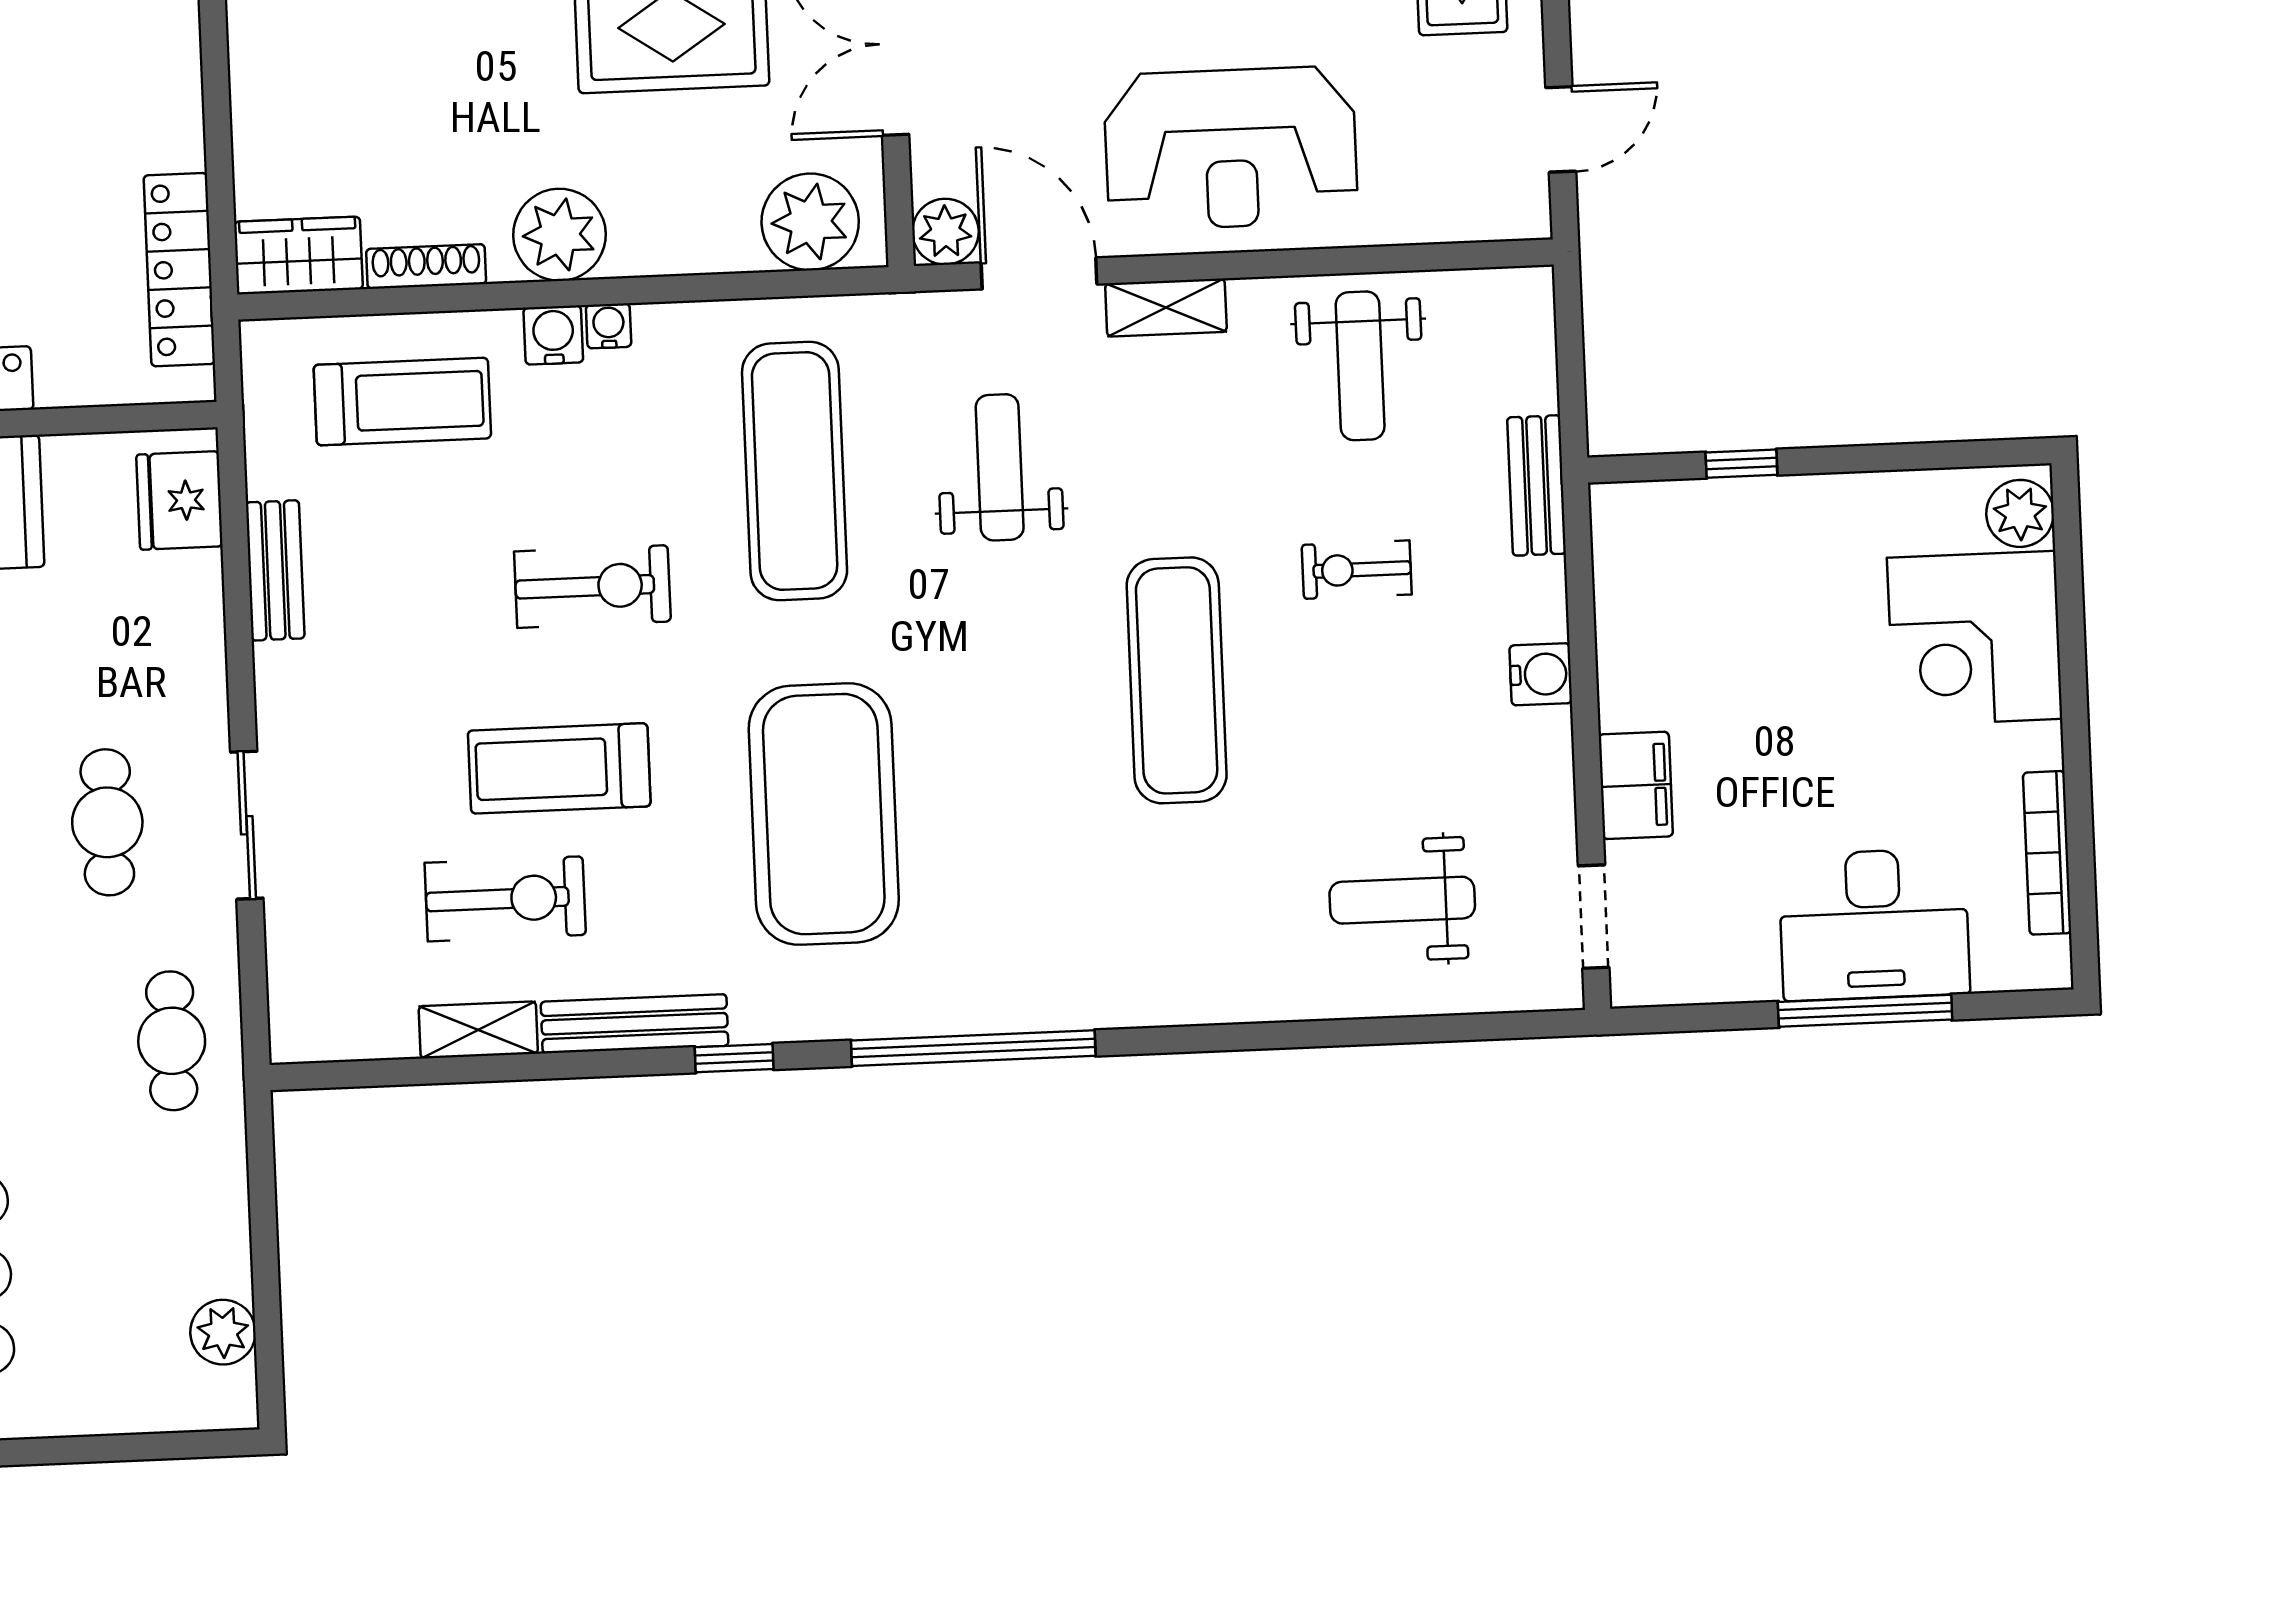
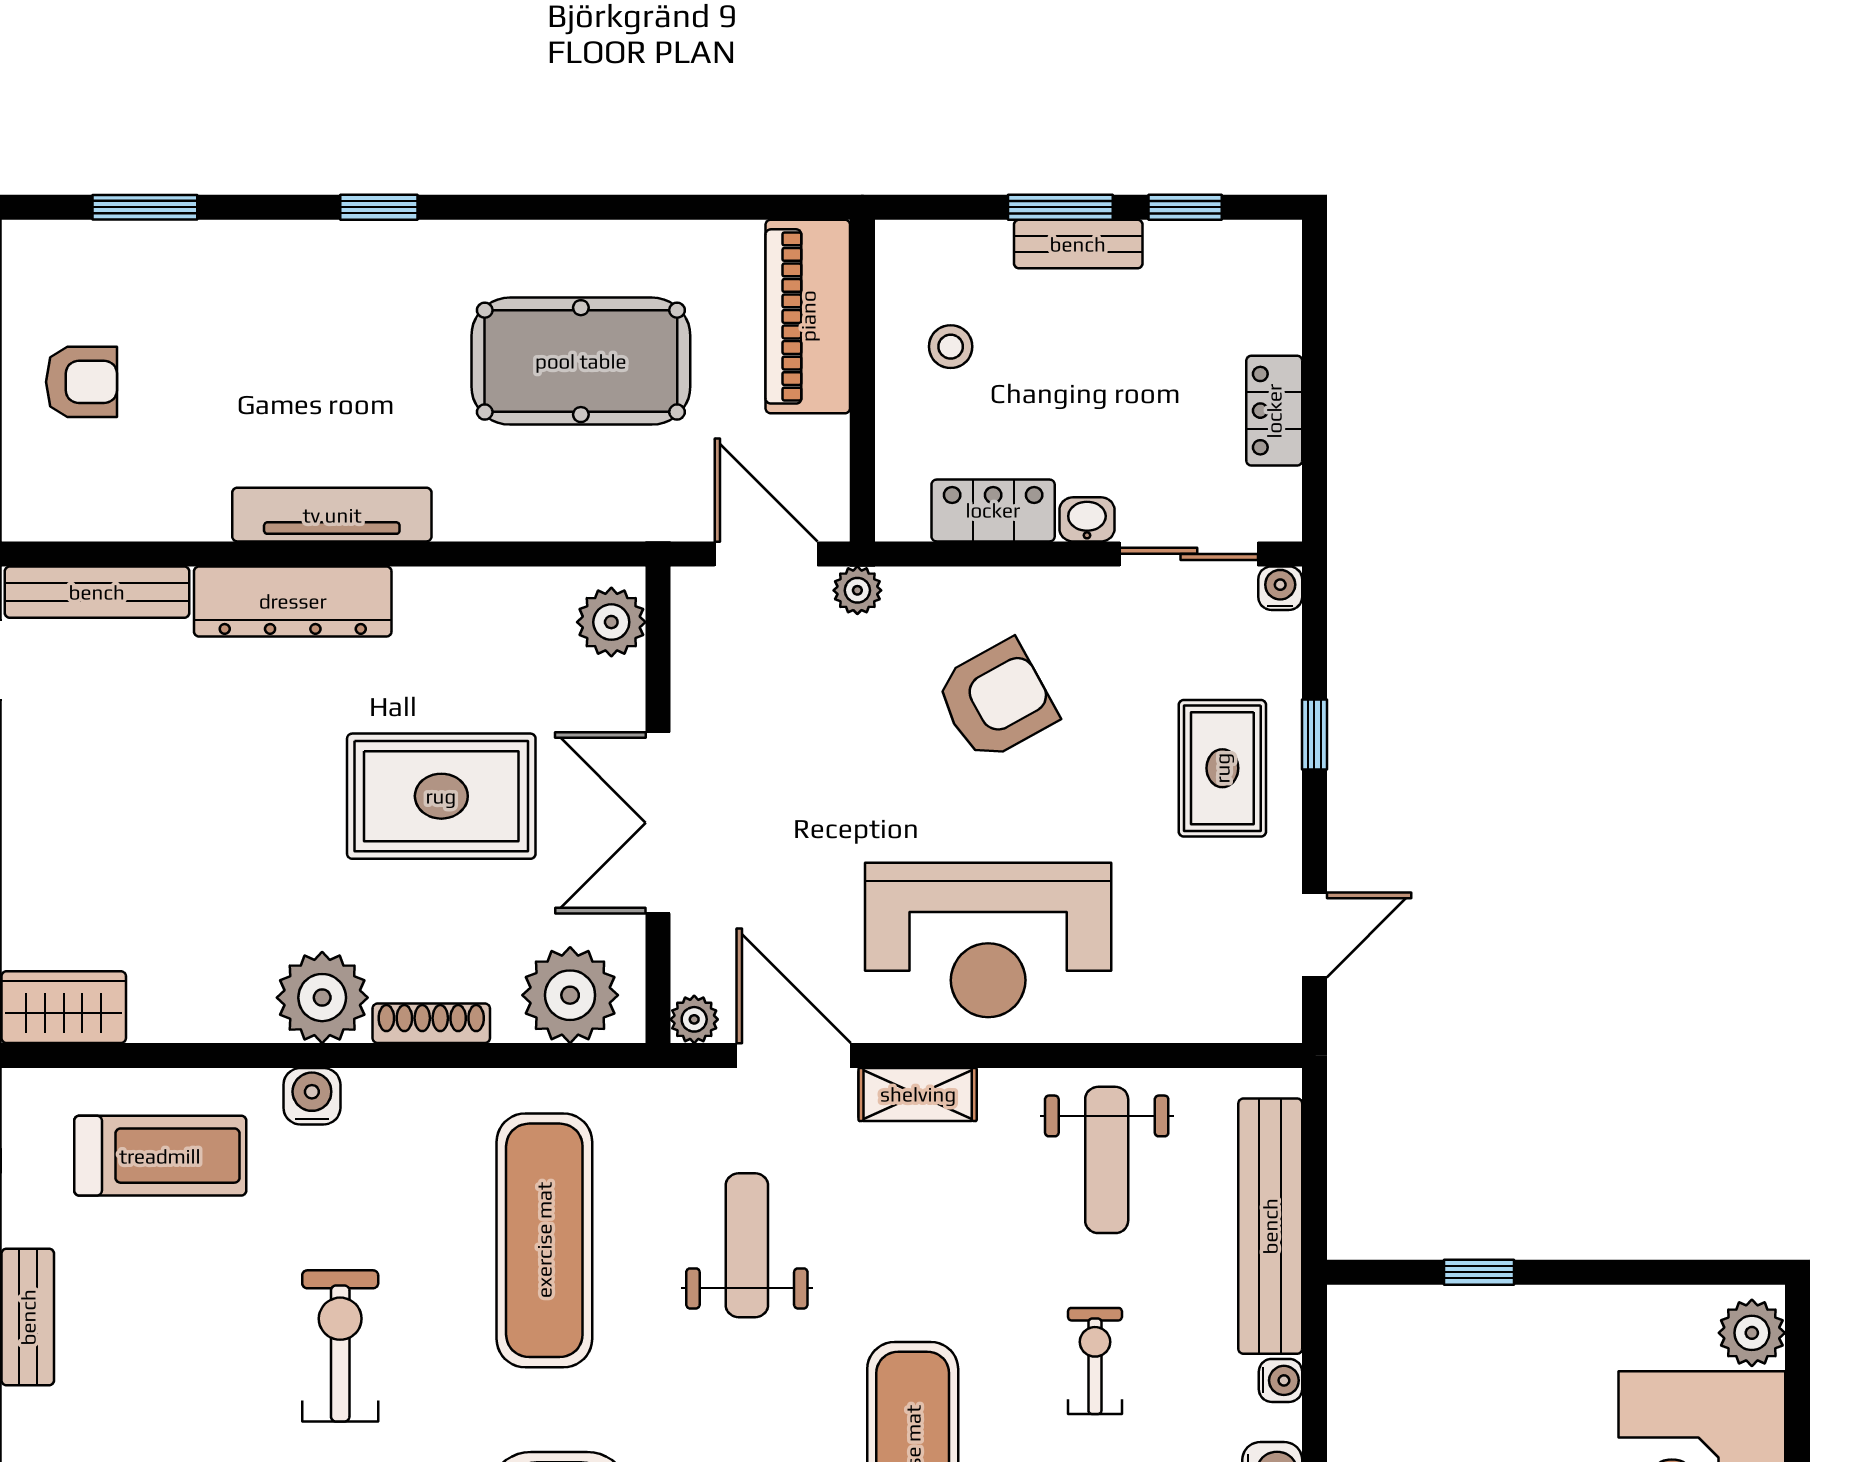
plant: (945, 232) -> (694, 1019), width x0.73, depth x0.73
shoe rack: (426, 266) -> (431, 1023), moved
water cooler: (609, 326) -> (1280, 1380), moved, turned 90
bench: (1537, 485) -> (1270, 1226), width x1.86, depth x1.21
exercise bike: (1357, 570) -> (1095, 1361), turned 90
exercise bike: (592, 586) -> (340, 1346), turned -90

